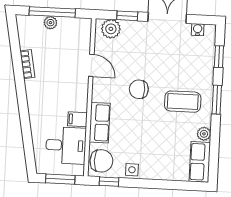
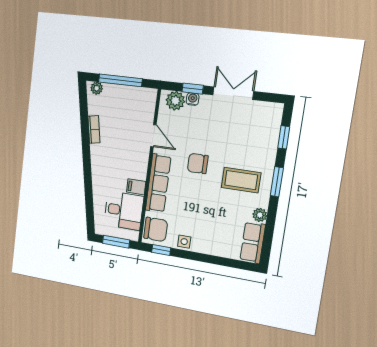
plant: (50, 23) -> (97, 88), moved
water cooler: (198, 30) -> (193, 99), moved
row of seats: (100, 123) -> (158, 183), width x1.48

